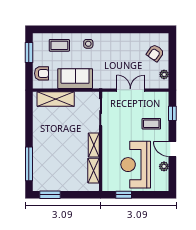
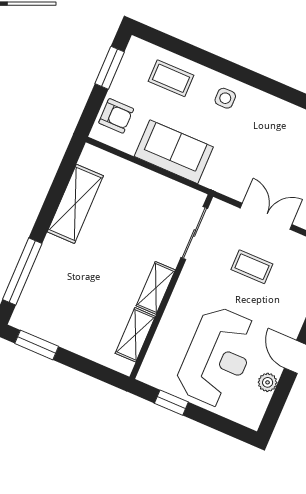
shelving: (56, 99) -> (75, 204), moved, turned 90
coffee table: (151, 124) -> (252, 267), moved
reception desk: (136, 165) -> (217, 357), turned 180

